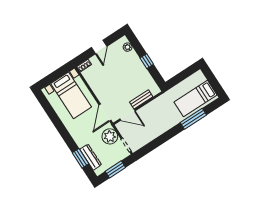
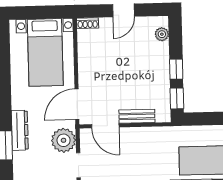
window: (157, 77) -> (177, 98), added
dresser: (91, 157) -> (20, 130), moved

